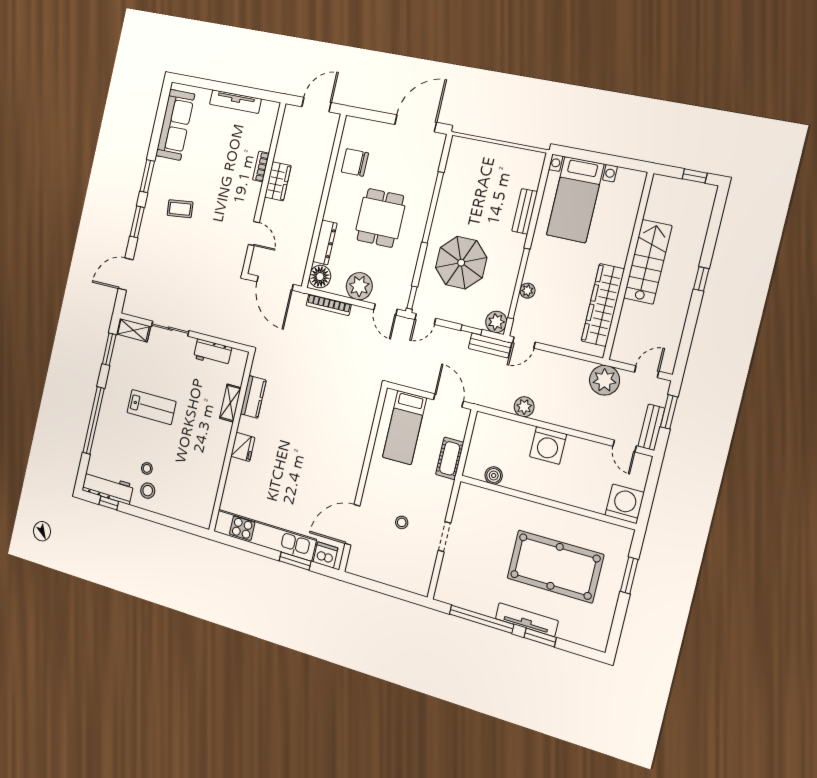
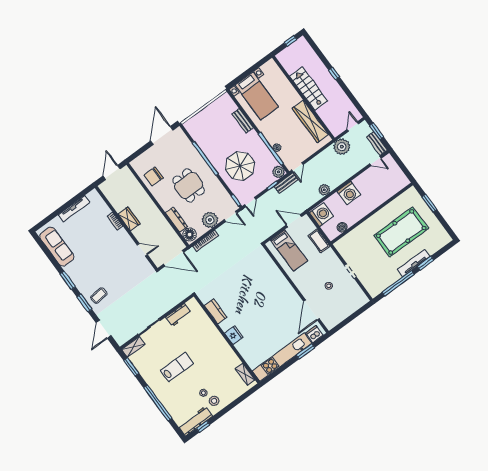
coffee table: (180, 209) -> (99, 296), moved
shelving: (230, 403) -> (245, 374), moved
washing machine: (625, 504) -> (322, 214), moved, turned 90

